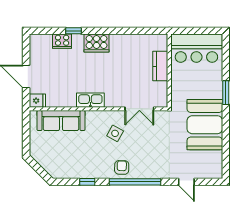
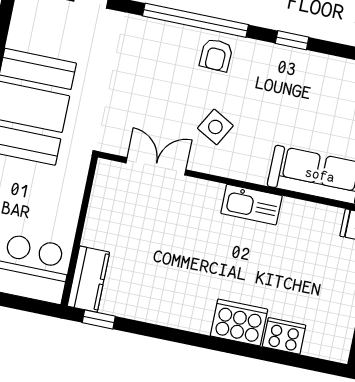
window: (74, 31) -> (99, 319), moved
cooker: (97, 43) -> (239, 322), moved
kitchen counter: (160, 66) -> (88, 279), moved

